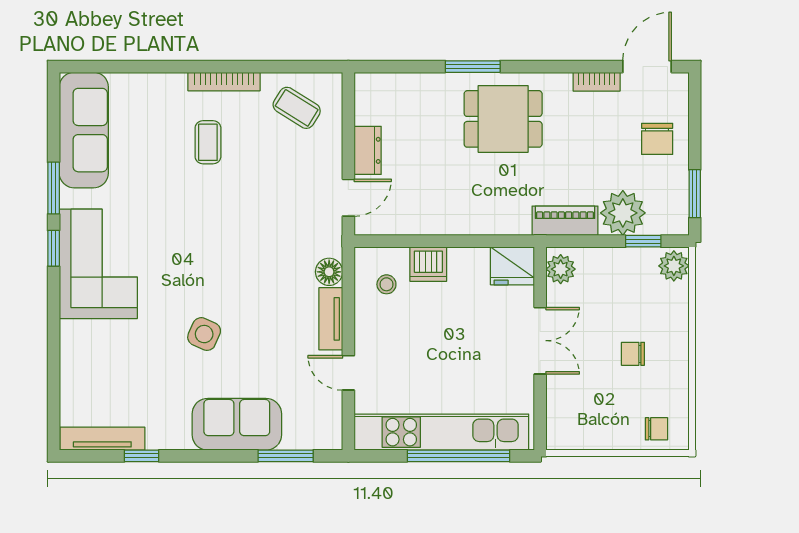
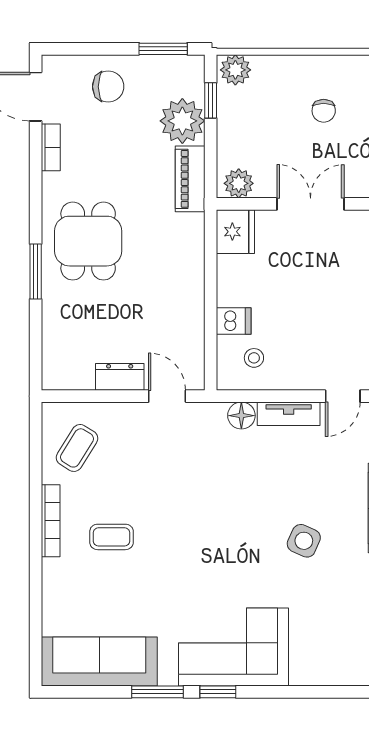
dishwasher: (428, 264) -> (234, 321), width x0.73

